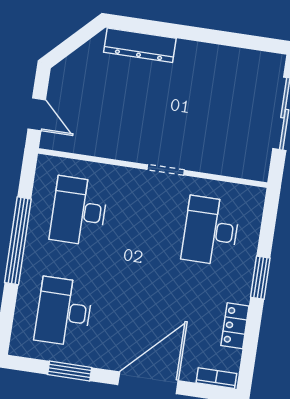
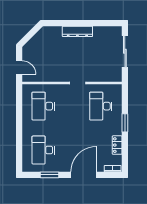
dresser: (140, 45) -> (77, 31), moved
window: (18, 241) -> (19, 123), removed

